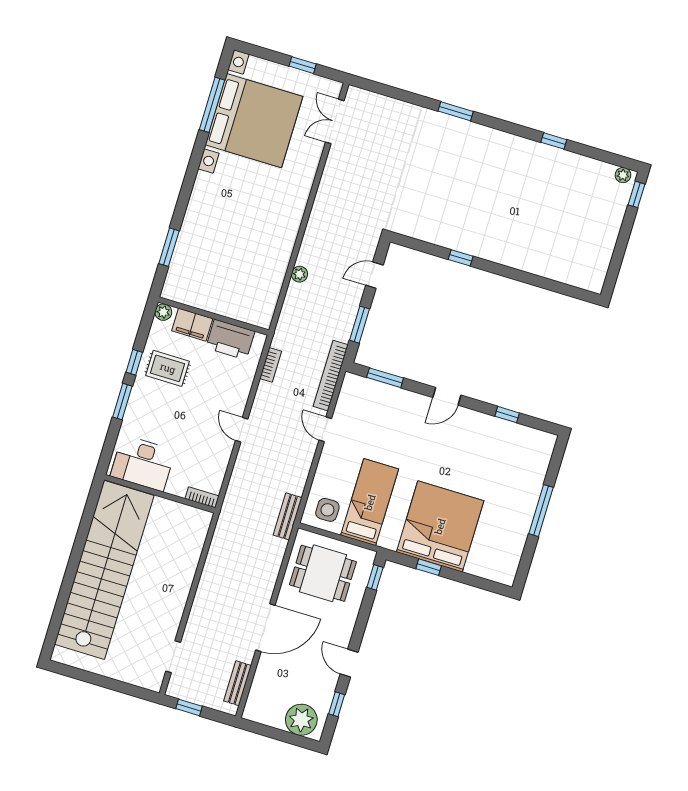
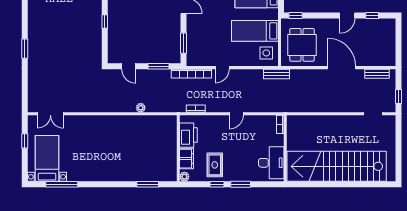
bed with nightstands: (254, 121) -> (47, 158), width x0.54
plant: (301, 720) -> (387, 32), removed

